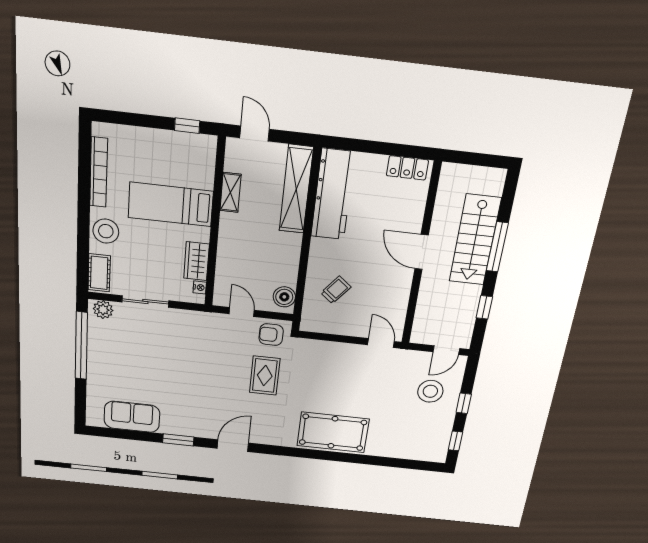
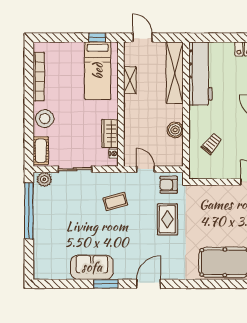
bed: (171, 204) -> (98, 71), moved, turned -90
boiler: (284, 297) -> (175, 130), moved
coffee table: (198, 347) -> (115, 201), added
sofa: (132, 417) -> (92, 267), moved

